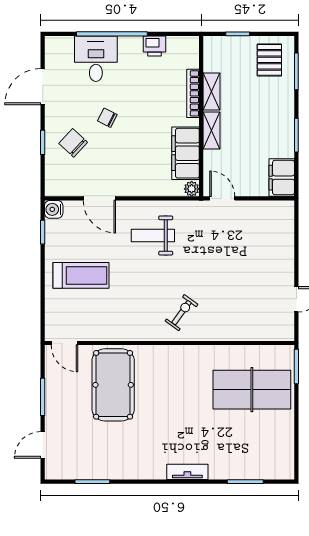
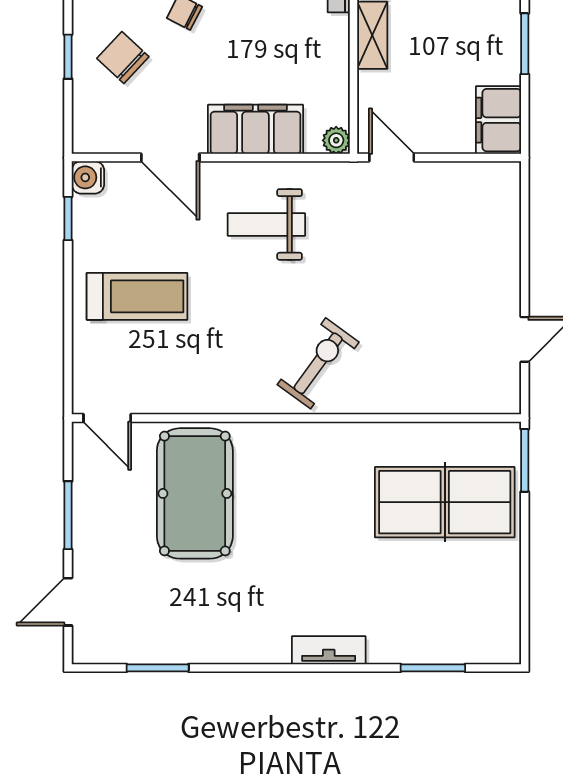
filing cabinet: (186, 153) -> (255, 129), moved, turned 90
exercise bike: (182, 313) -> (318, 363), width x1.38, depth x1.39

